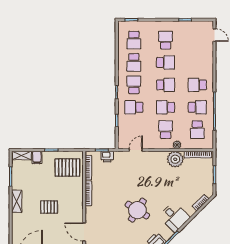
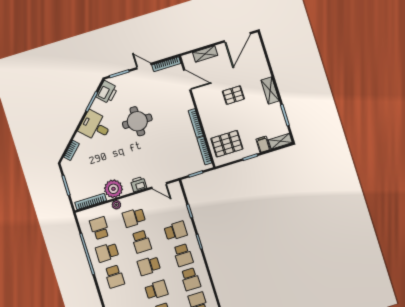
school desk: (134, 62) -> (191, 279), turned 180
school desk: (166, 62) -> (156, 290), turned 180
school desk: (197, 85) -> (115, 276), turned 90
school desk: (166, 107) -> (141, 242), turned 90
school desk: (166, 130) -> (134, 217), turned 90
door: (136, 150) -> (159, 185), hinge flipped
printer: (107, 157) -> (138, 184), moved
round table: (137, 210) -> (137, 121), turned -32

